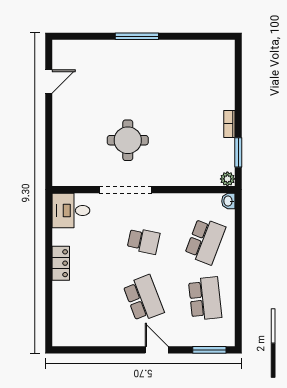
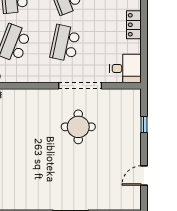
window: (49, 143) -> (144, 125), added
school desk: (143, 241) -> (65, 43), width x1.85

